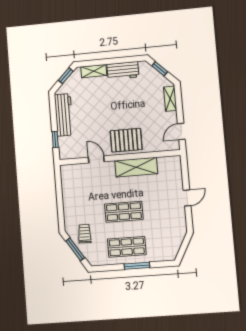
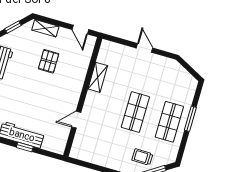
window: (55, 139) -> (25, 147), moved
pallet: (126, 140) -> (49, 61), moved, width x0.67, depth x0.71
shelving: (136, 167) -> (98, 77), width x0.67, depth x0.75

